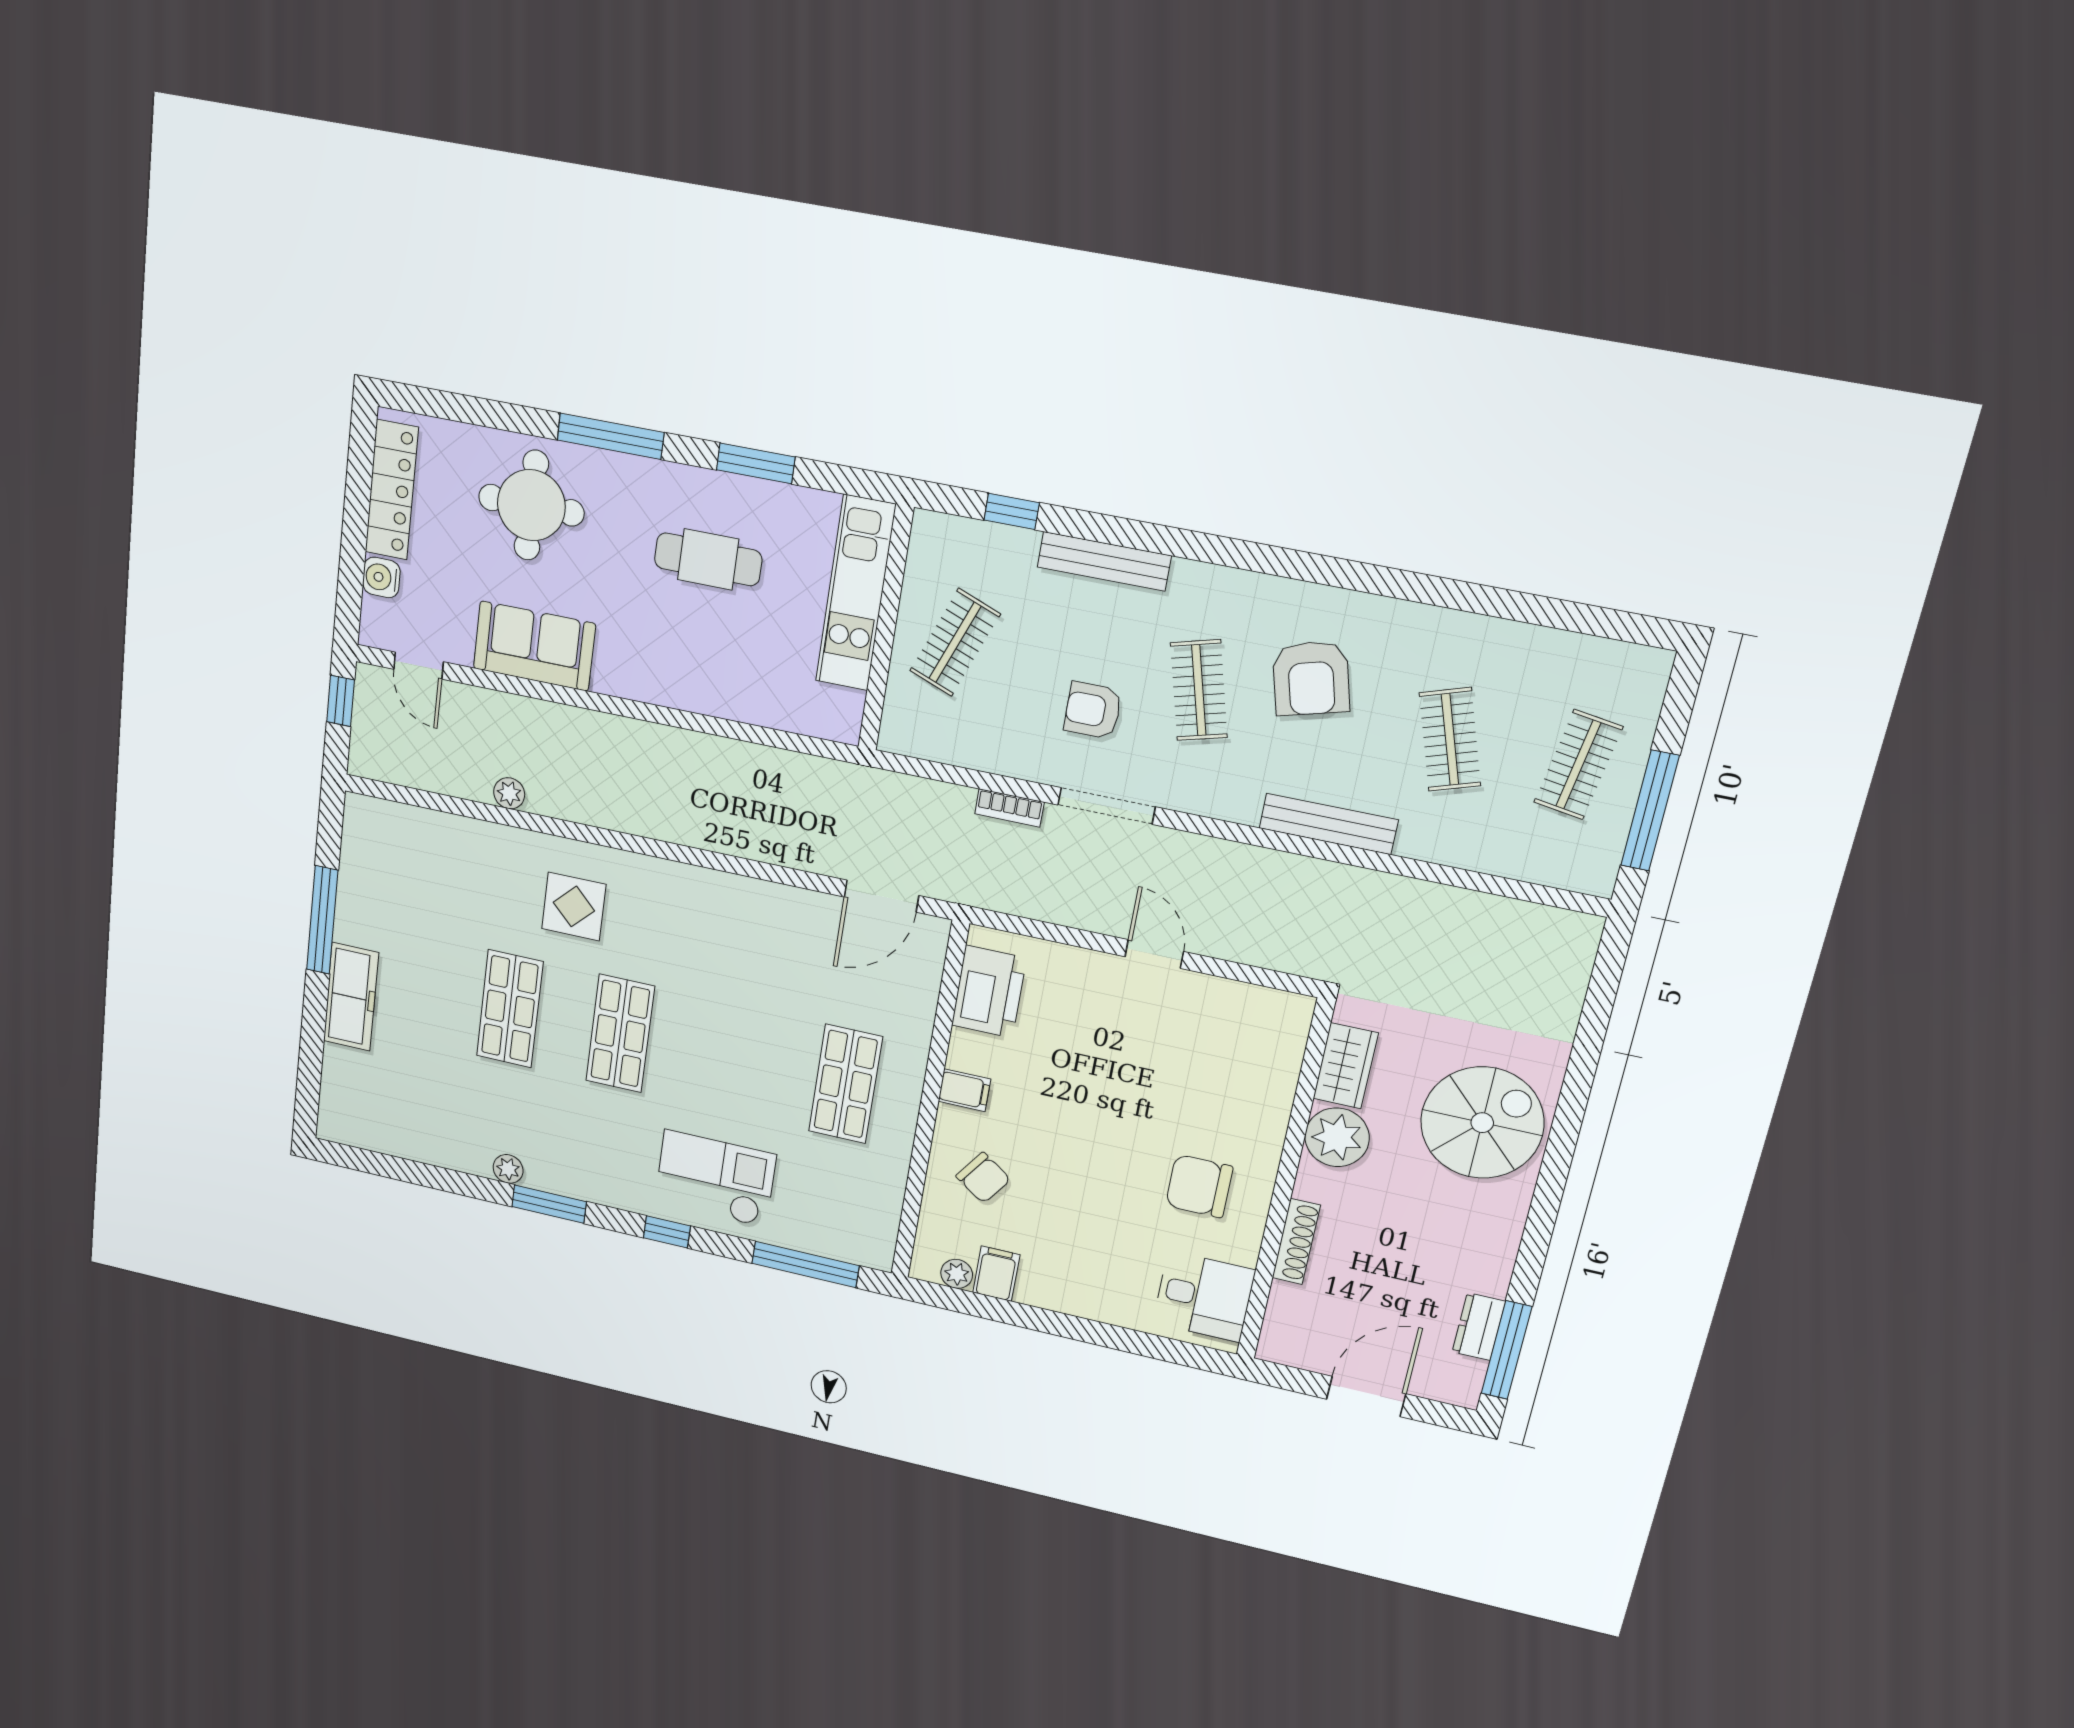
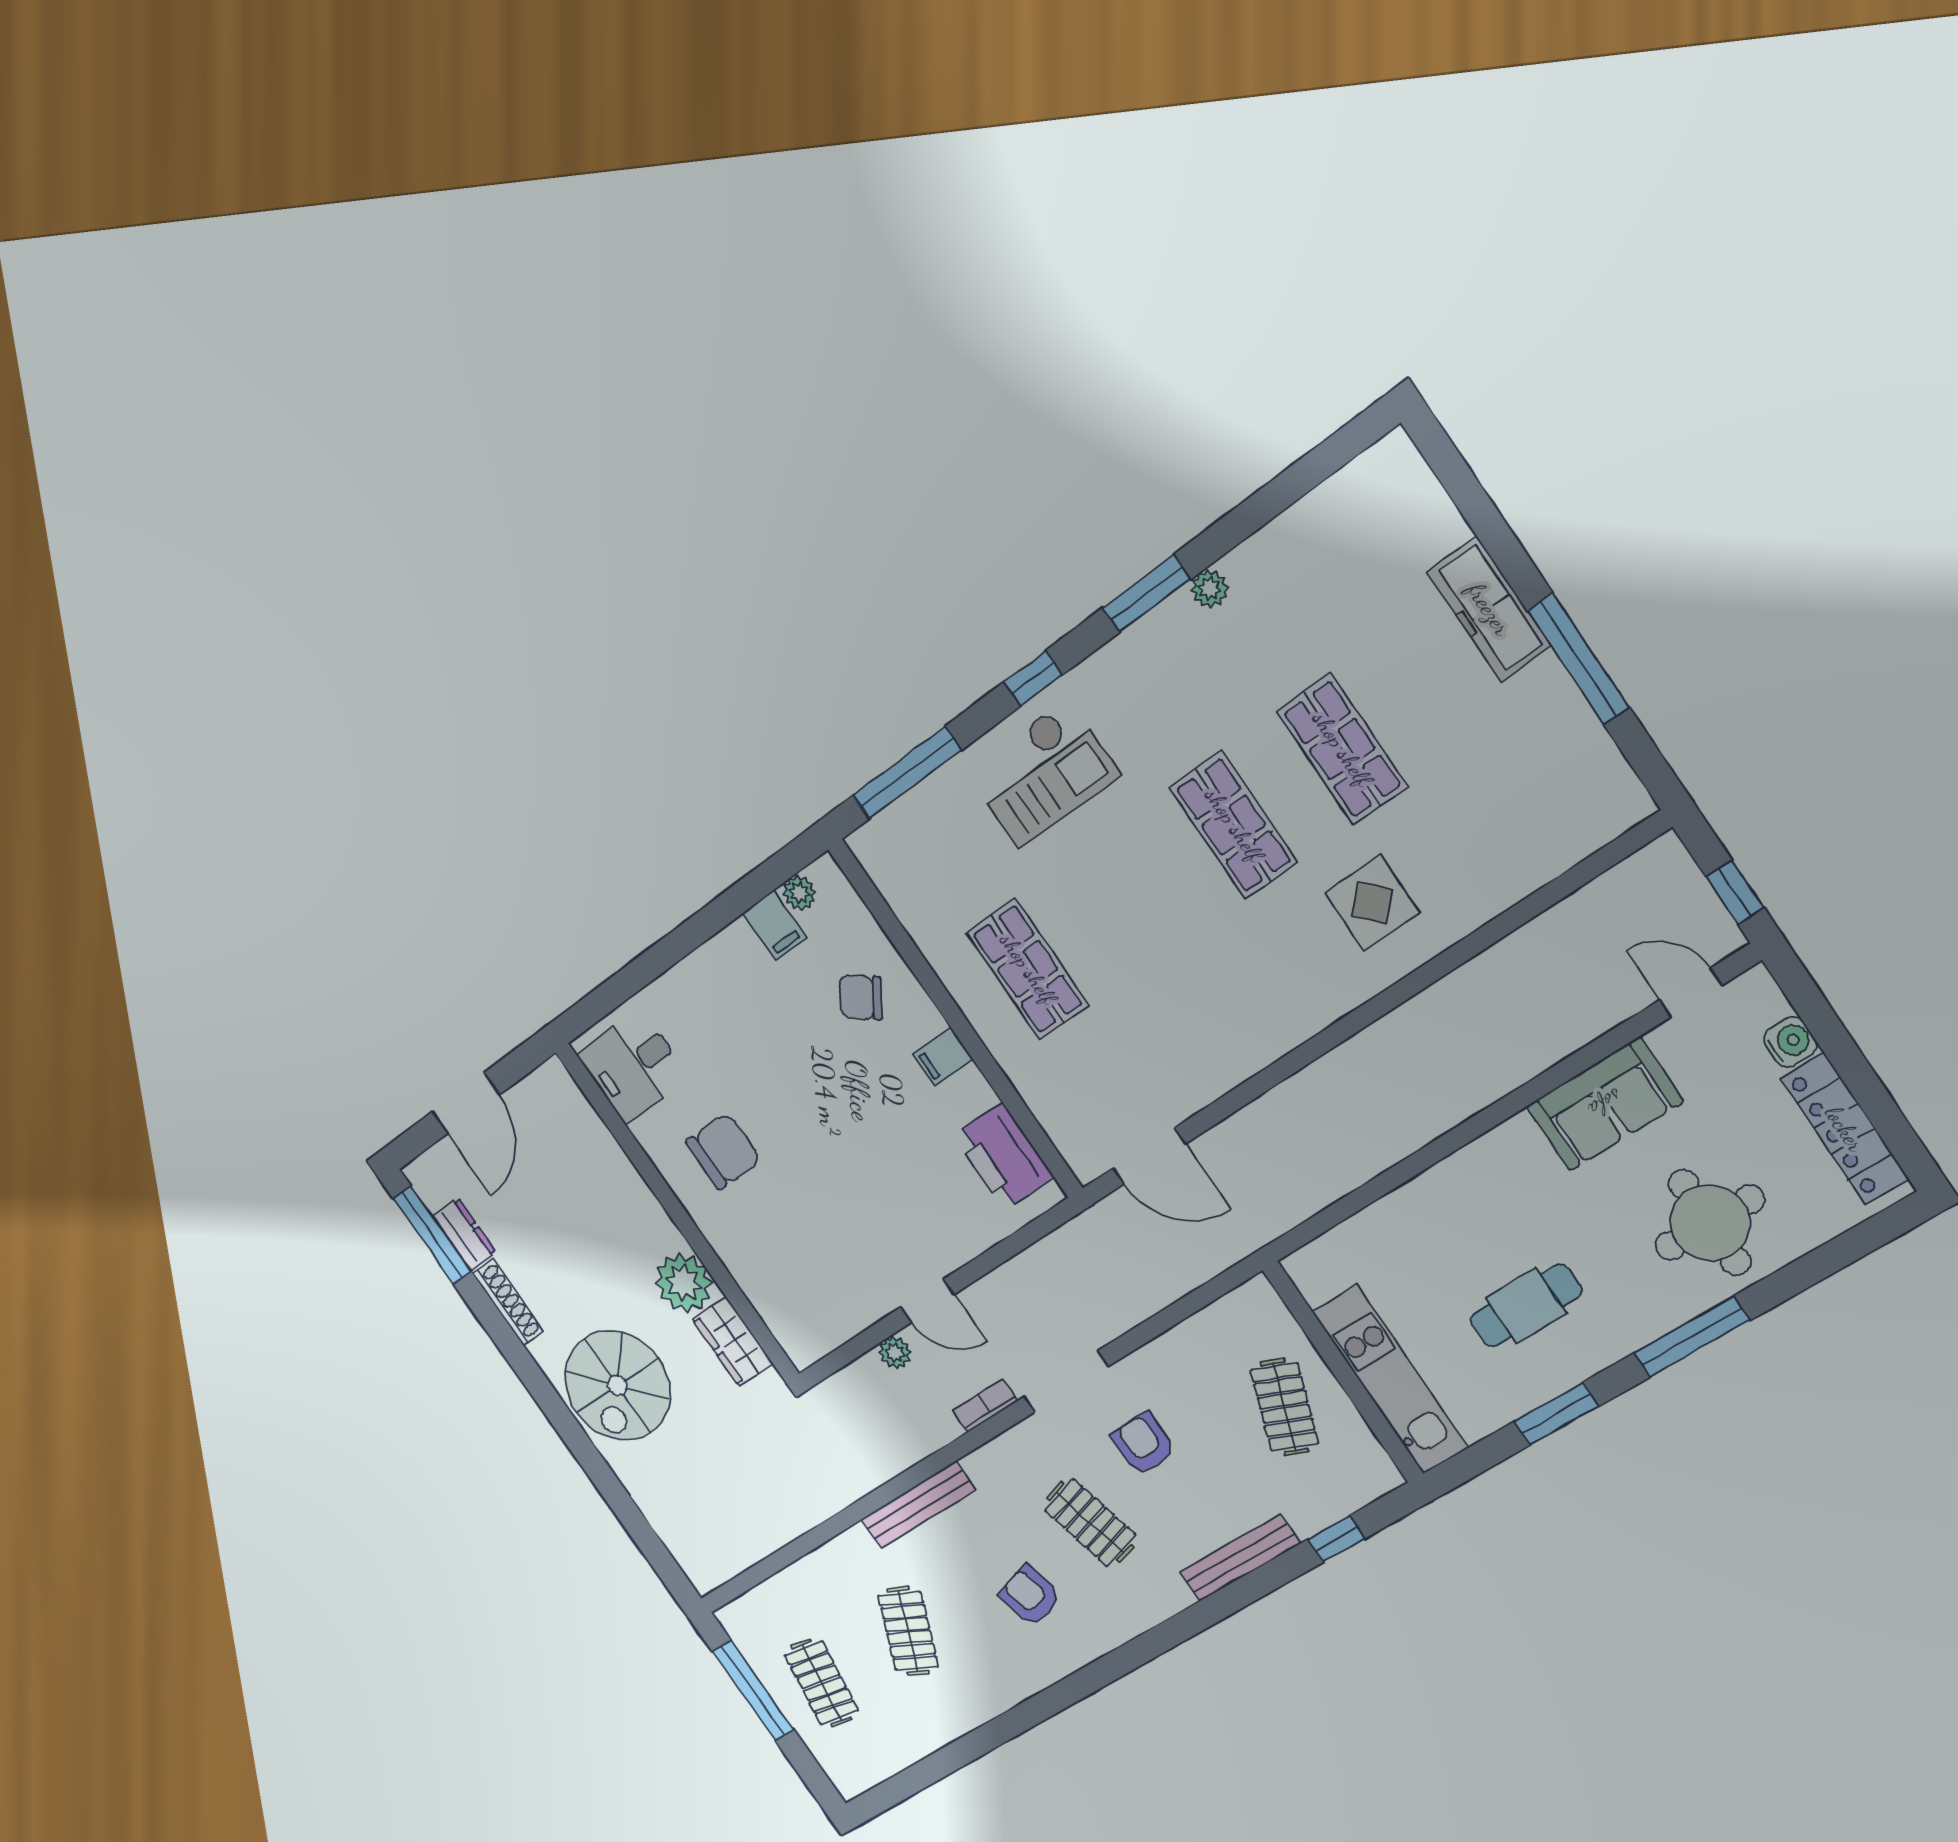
armchair: (1311, 678) -> (1030, 1596), width x0.72, depth x0.72
armchair: (1093, 710) -> (1143, 1444), turned -90
clothes rail: (1450, 739) -> (908, 1631), turned 42
plant: (509, 793) -> (895, 1353), moved
bookcase: (1009, 808) -> (985, 1406), moved
door: (881, 896) -> (1149, 1156), swing flipped
shoe rack: (1296, 1242) -> (508, 1302), moved, turned 180

